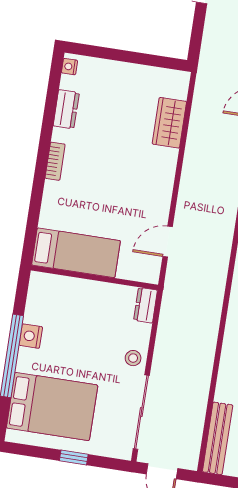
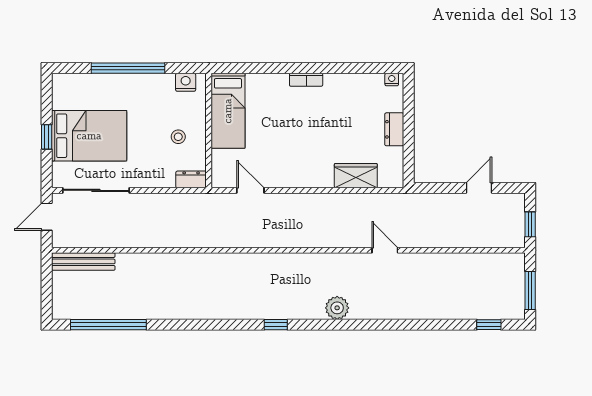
dresser: (66, 109) -> (394, 129), moved, turned 90
nightstand: (31, 336) -> (186, 82), moved
stool: (133, 358) -> (178, 137), moved
bed: (52, 407) -> (89, 136), moved, turned -90

